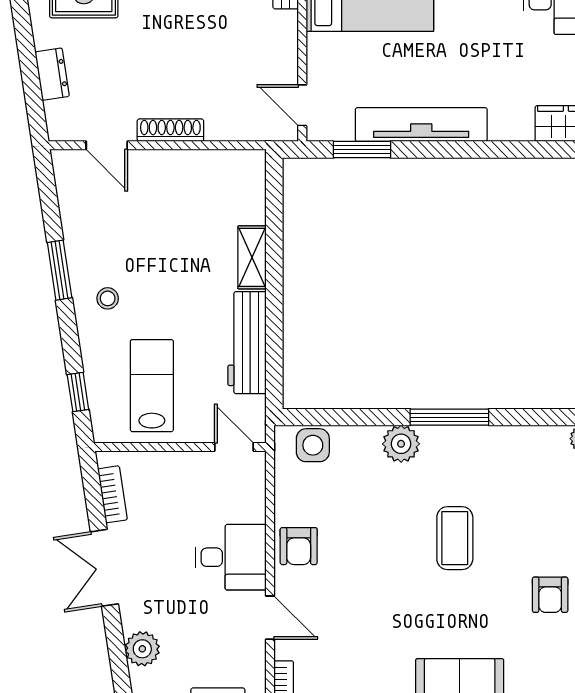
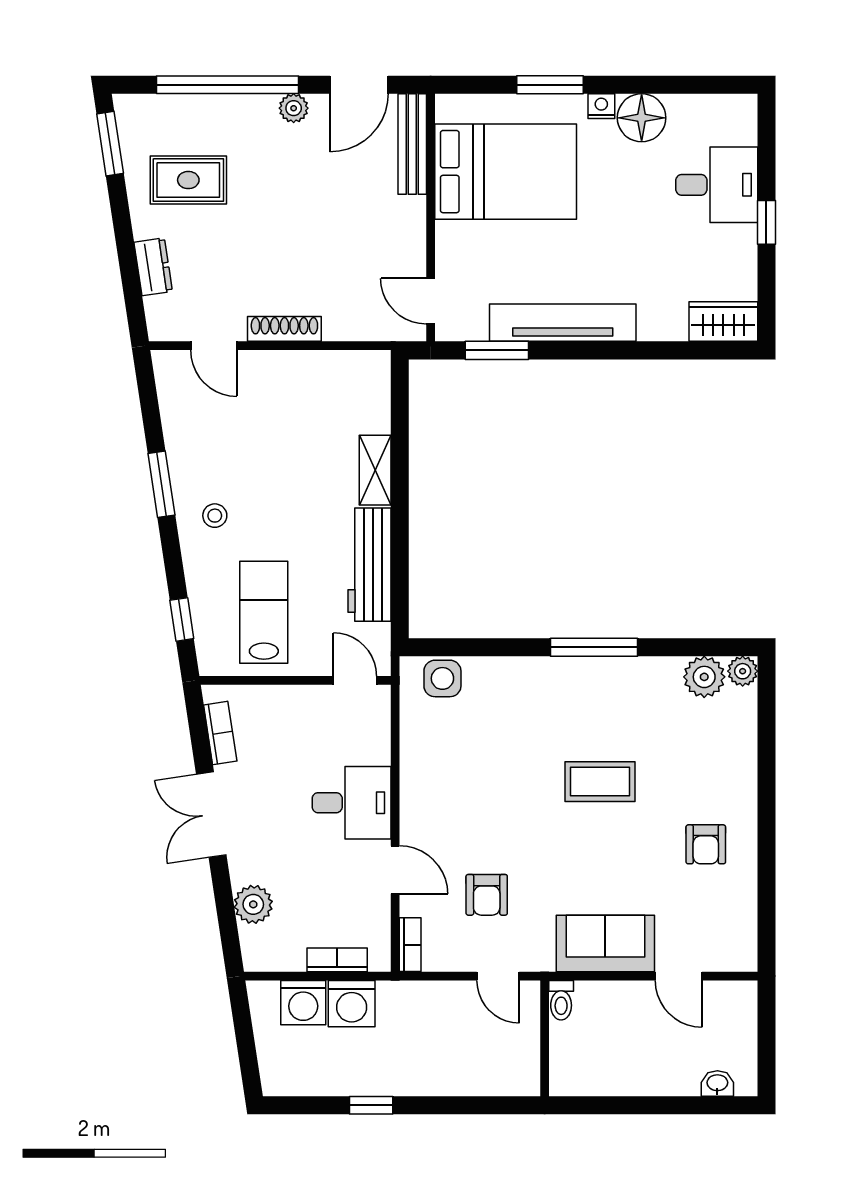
plant: (401, 444) -> (704, 677), moved
coffee table: (455, 538) -> (600, 782), turned 90
armchair: (299, 546) -> (487, 895), moved

